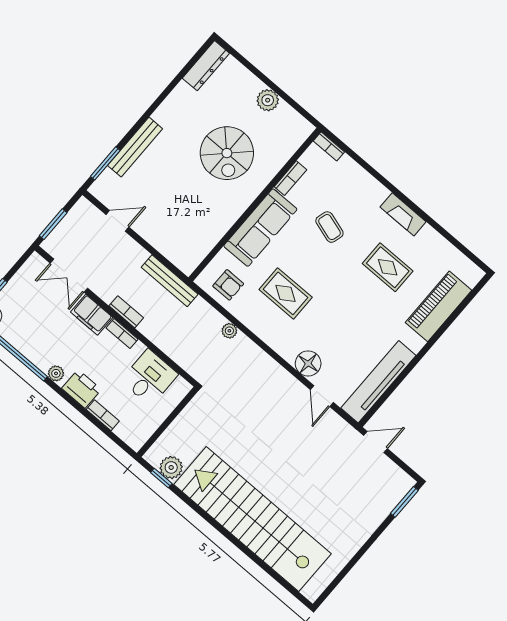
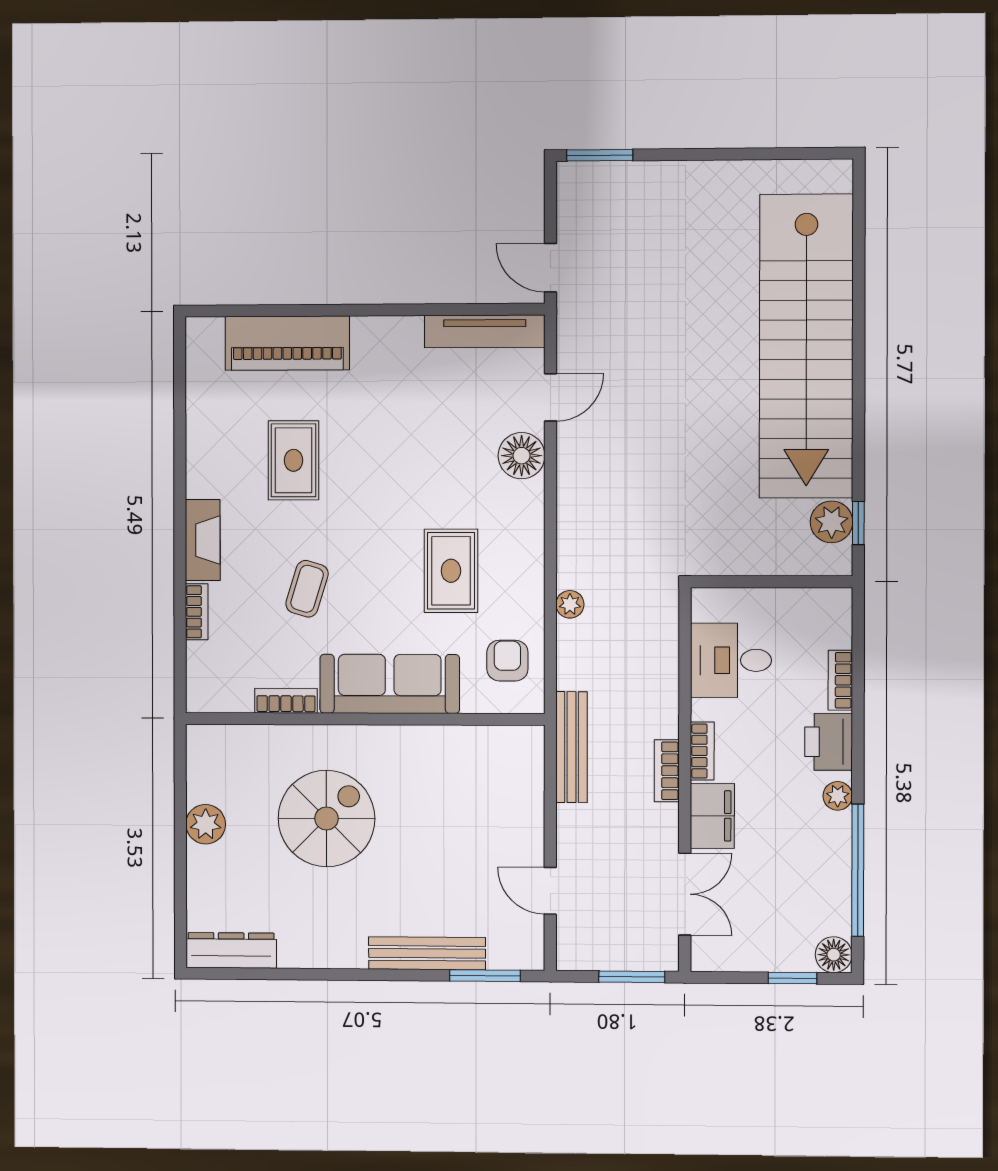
bookcase: (329, 146) -> (197, 612), moved
fireplace: (403, 214) -> (203, 540), moved
tv unit: (378, 382) -> (485, 331), width x0.73, depth x0.78

